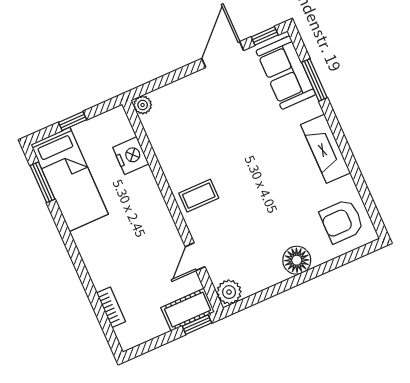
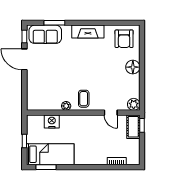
plant: (143, 105) -> (66, 106), moved

